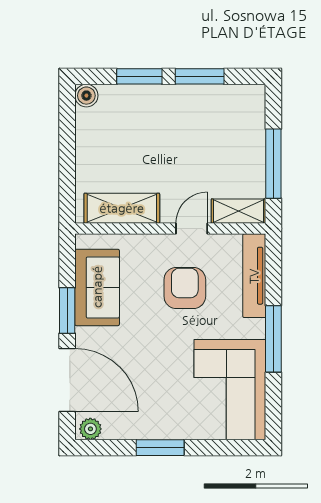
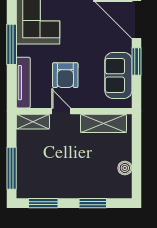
window: (200, 76) -> (43, 203), moved
boiler: (86, 96) -> (125, 168), moved
window: (273, 164) -> (12, 168), moved
door: (192, 229) -> (61, 111), swing flipped

